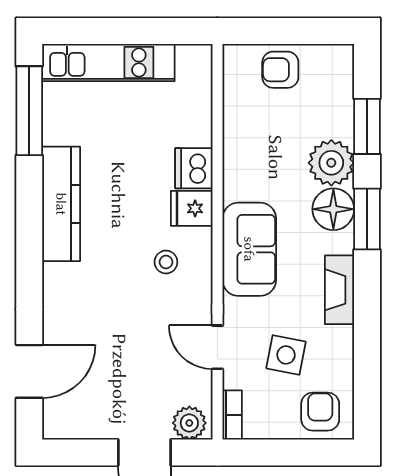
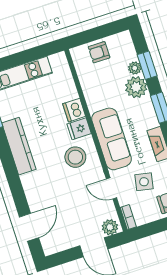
plant: (341, 124) -> (135, 68), added
floor lamp: (333, 209) -> (144, 108), removed
sofa: (249, 249) -> (111, 139), width x1.36
stool: (166, 262) -> (75, 157), width x1.89, depth x1.89

